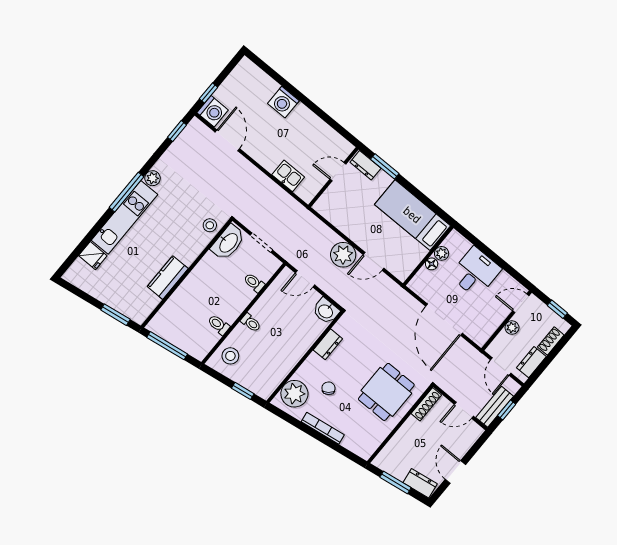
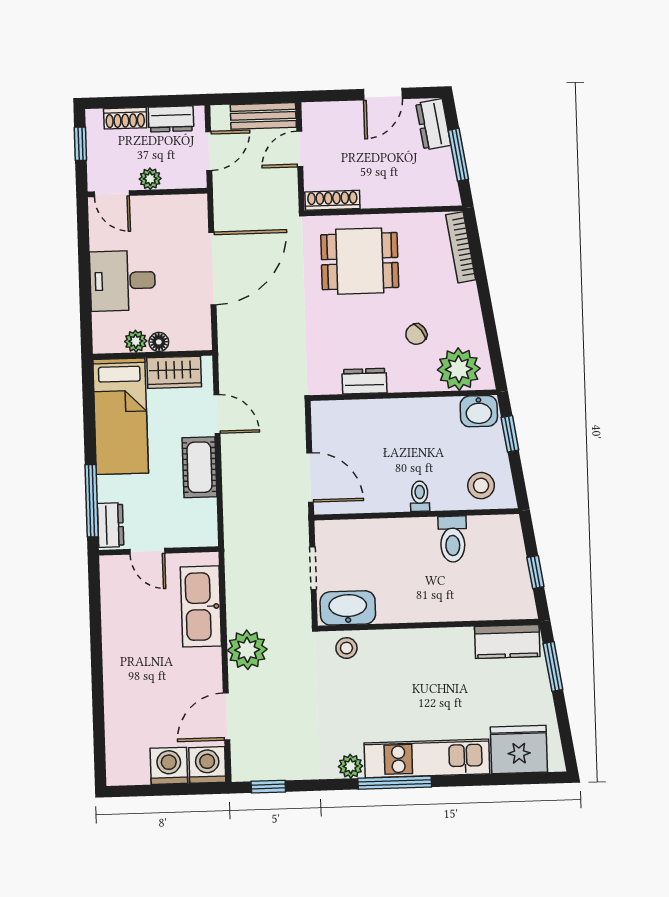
window: (208, 93) -> (190, 789), removed
washing machine: (283, 102) -> (169, 766), moved, turned -90
window: (385, 166) -> (92, 501), width x1.44
kitchen sink: (288, 176) -> (201, 606), width x1.87, depth x1.24
cot: (356, 231) -> (199, 467), added
plant: (343, 255) -> (247, 650), moved
fridge: (93, 256) -> (519, 750), width x1.88, depth x1.34
wardrobe: (411, 259) -> (174, 372), added
kitchen counter: (168, 278) -> (507, 641), moved
door: (305, 279) -> (310, 477), width x1.38
toilet: (254, 283) -> (369, 534), removed
washbasin: (326, 311) -> (479, 411), moved, turned 90
toilet: (219, 325) -> (453, 539), width x1.37, depth x1.39
window: (167, 346) -> (535, 572), width x0.46
door: (464, 410) -> (300, 149), swing flipped
window: (507, 410) -> (254, 98), removed
bookcase: (323, 428) -> (461, 247), moved

